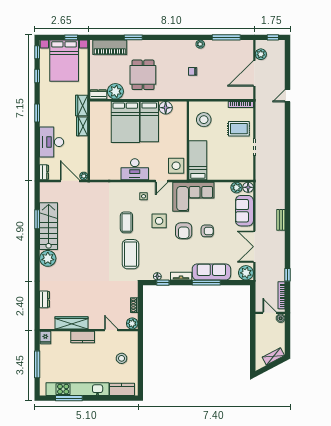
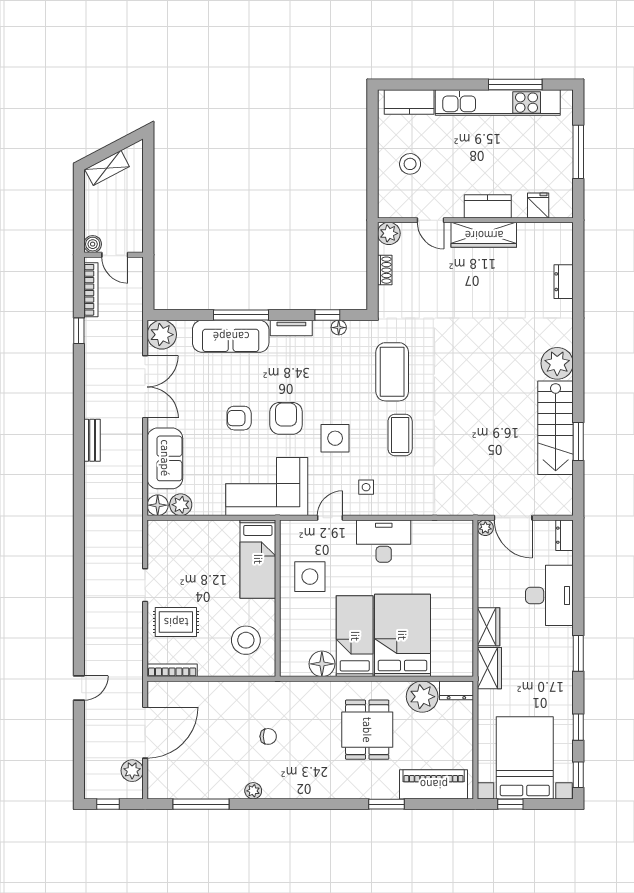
side table: (176, 166) -> (310, 577), moved
wardrobe: (71, 323) -> (484, 235), moved
fridge: (45, 337) -> (538, 206), moved

